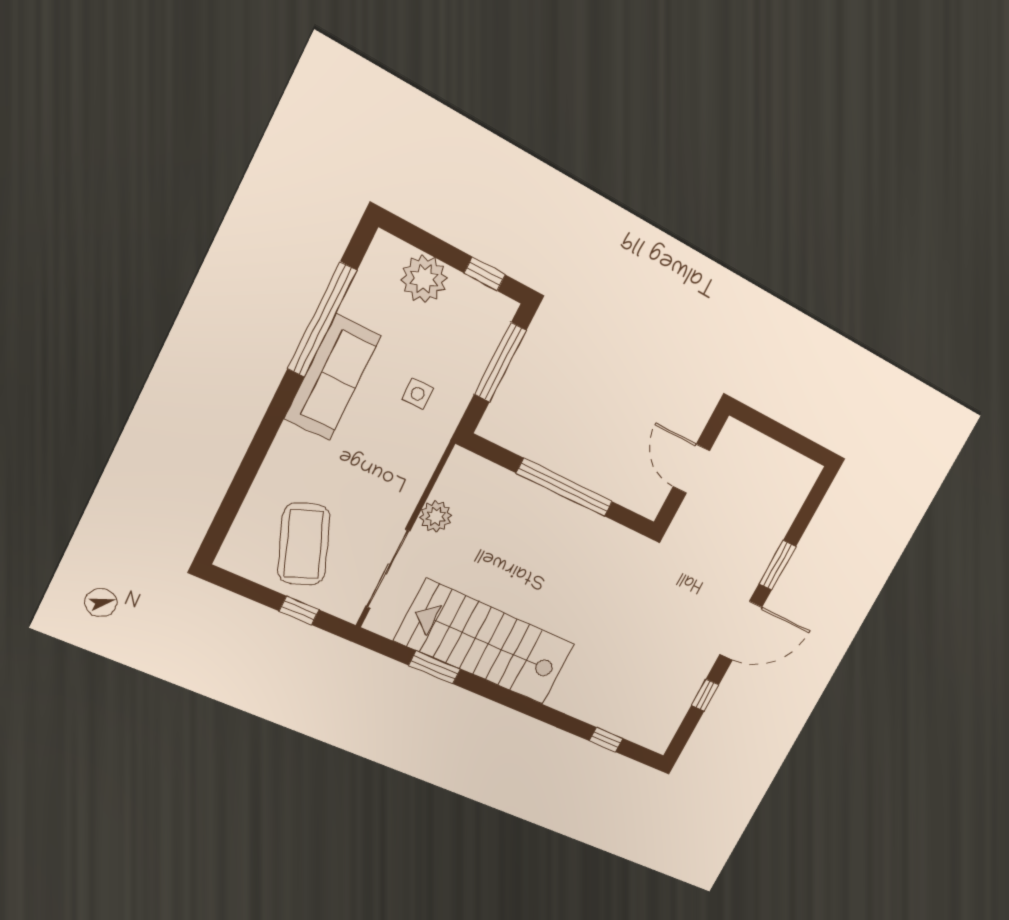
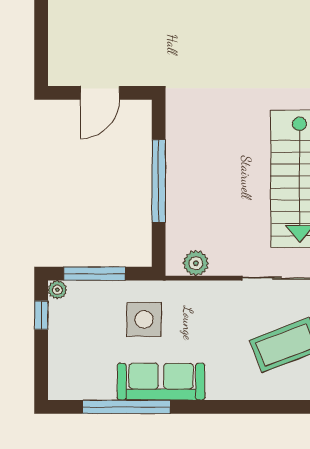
plant: (424, 279) -> (57, 290), moved, width x0.53, depth x0.53
side table: (418, 394) -> (144, 319), width x1.87, depth x1.87
plant: (436, 516) -> (196, 263), moved

